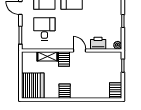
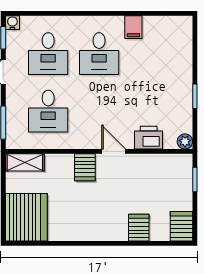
desk: (44, 29) -> (48, 111), turned 180
shelving: (47, 56) -> (25, 162), moved
server rack: (65, 91) -> (139, 228), moved

